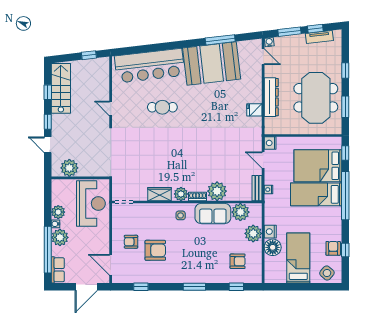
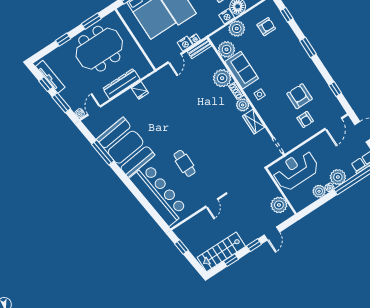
tv unit: (319, 37) -> (50, 77), width x1.41
nightstand: (270, 143) -> (185, 44), moved
armchair: (238, 261) -> (266, 27), turned 90

